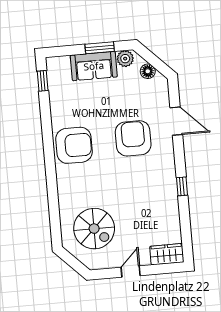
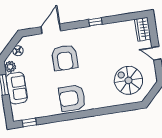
armchair: (133, 138) -> (65, 58), turned -90
armchair: (74, 145) -> (72, 98), turned -90
spiral stairs: (94, 229) -> (128, 80), turned -90

